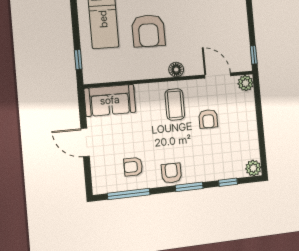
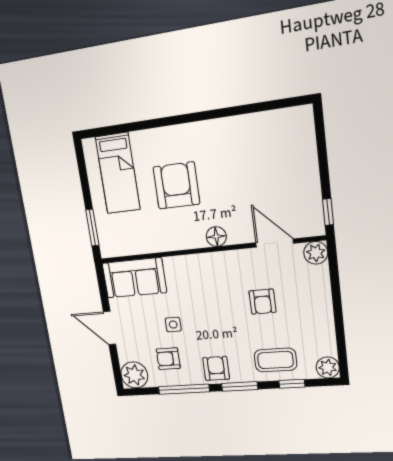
armchair: (148, 31) -> (176, 185), turned 180
window: (78, 60) -> (92, 228), width x1.50
coffee table: (175, 104) -> (275, 360), moved, turned 90
side table: (139, 138) -> (173, 325), added
plant: (103, 182) -> (134, 375), added
window: (129, 194) -> (184, 389), moved

